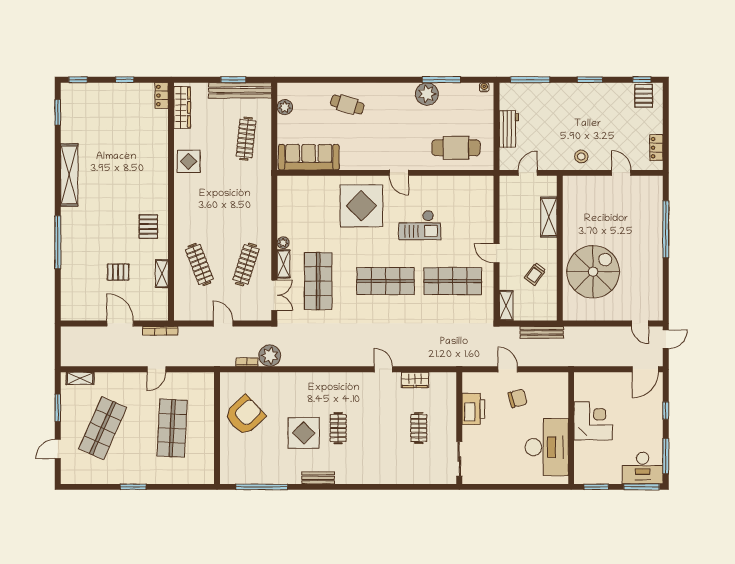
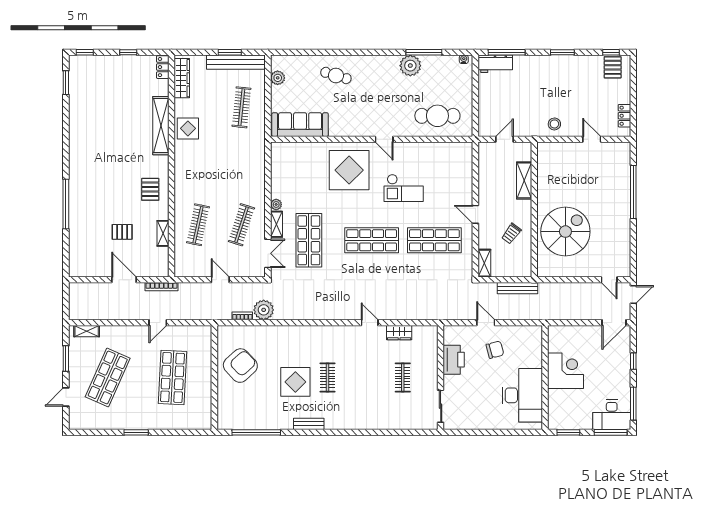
workbench: (509, 129) -> (495, 64), moved, turned 90
shelving: (69, 175) -> (161, 126), moved
clothes rail: (199, 264) -> (198, 225), turned 33

